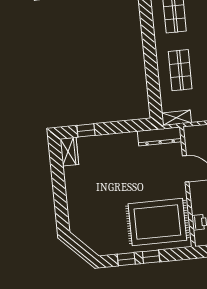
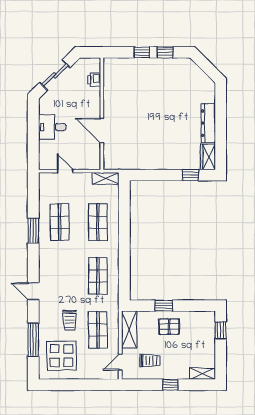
dresser: (160, 136) -> (208, 123), moved, turned -90
rug: (157, 222) -> (133, 84), removed

